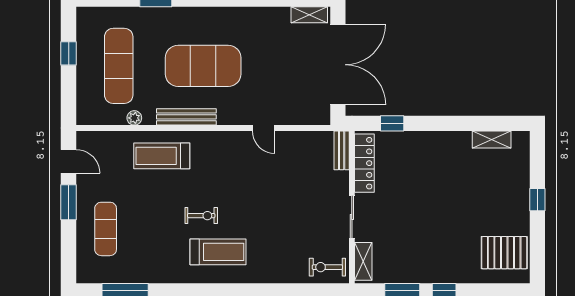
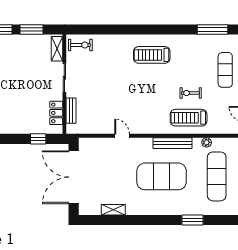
shelving: (309, 15) -> (113, 210), moved
bench: (342, 150) -> (71, 111), moved
treadmill: (162, 156) -> (189, 118), turned 180
locker: (364, 163) -> (56, 113), width x0.66
exercise bike: (201, 216) -> (191, 93), moved

